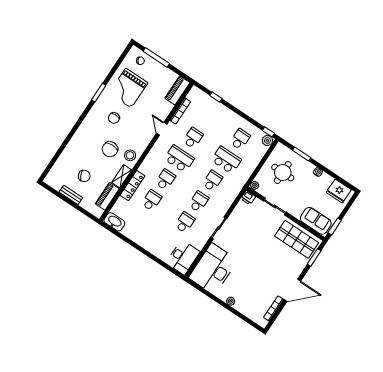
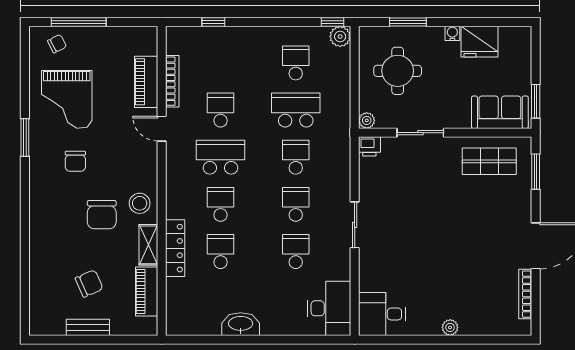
piano: (177, 90) -> (146, 82), moved
fridge: (339, 191) -> (480, 42), moved
washbasin: (114, 222) -> (241, 324), moved
shop shelf: (297, 239) -> (489, 161), width x0.70, depth x0.74
desk: (213, 269) -> (382, 314), width x0.53, depth x0.77

